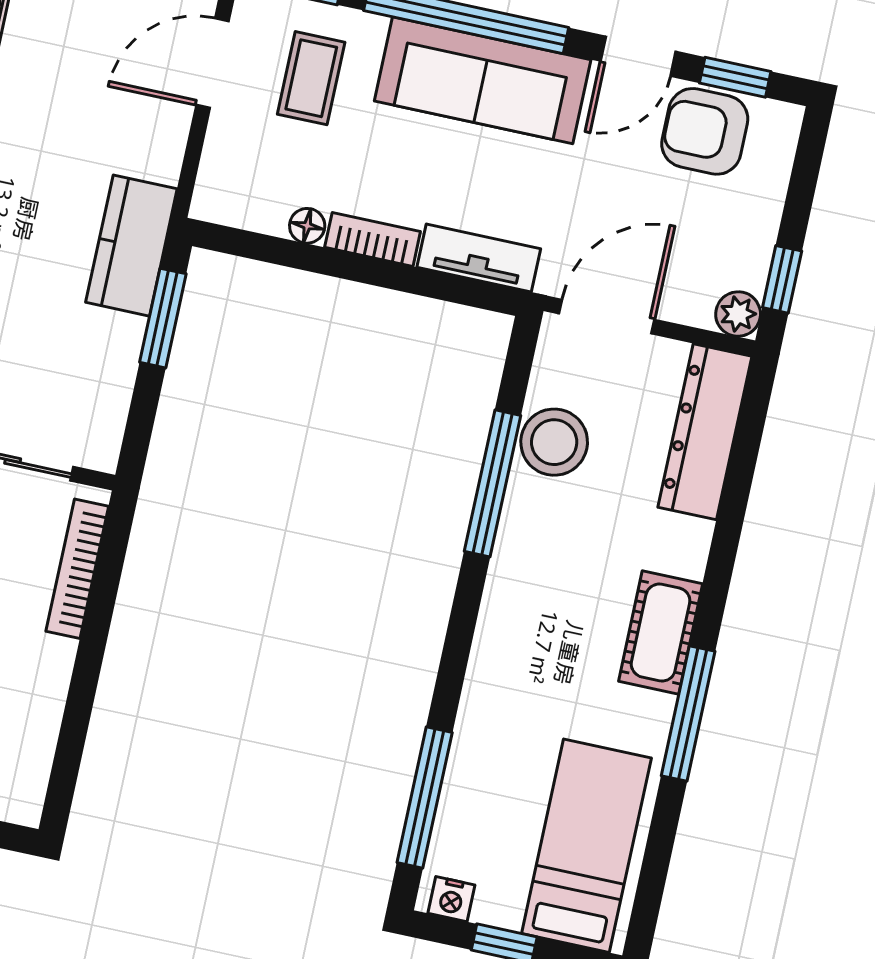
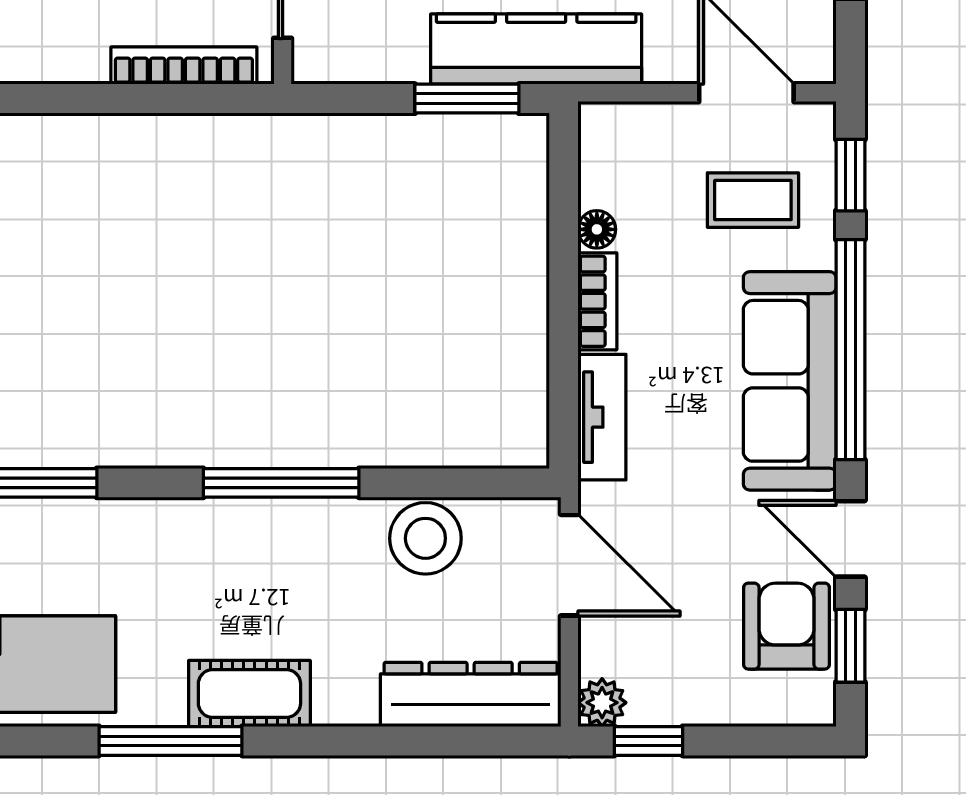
kitchen counter: (131, 246) -> (536, 49), width x1.50
window: (492, 483) -> (281, 483), moved

